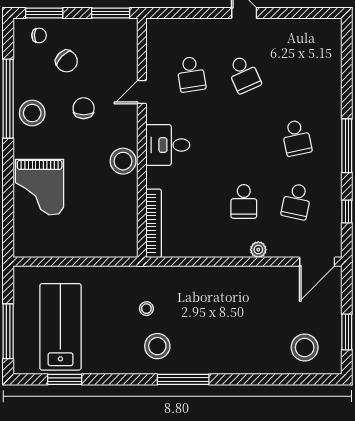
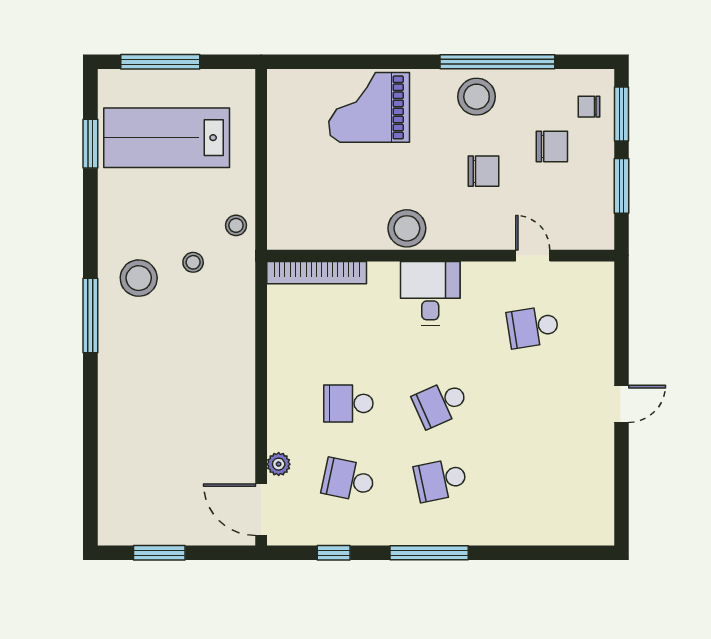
window: (111, 13) -> (621, 186), moved
chair: (39, 35) -> (589, 107), turned 90
chair: (67, 61) -> (552, 147), turned -134
school desk: (244, 74) -> (441, 403), moved
door: (142, 92) -> (533, 256), moved
plant: (258, 250) -> (279, 464), moved
lab bench: (60, 327) -> (167, 138), turned 180
stool: (305, 347) -> (236, 225), moved, width x0.53, depth x0.53

